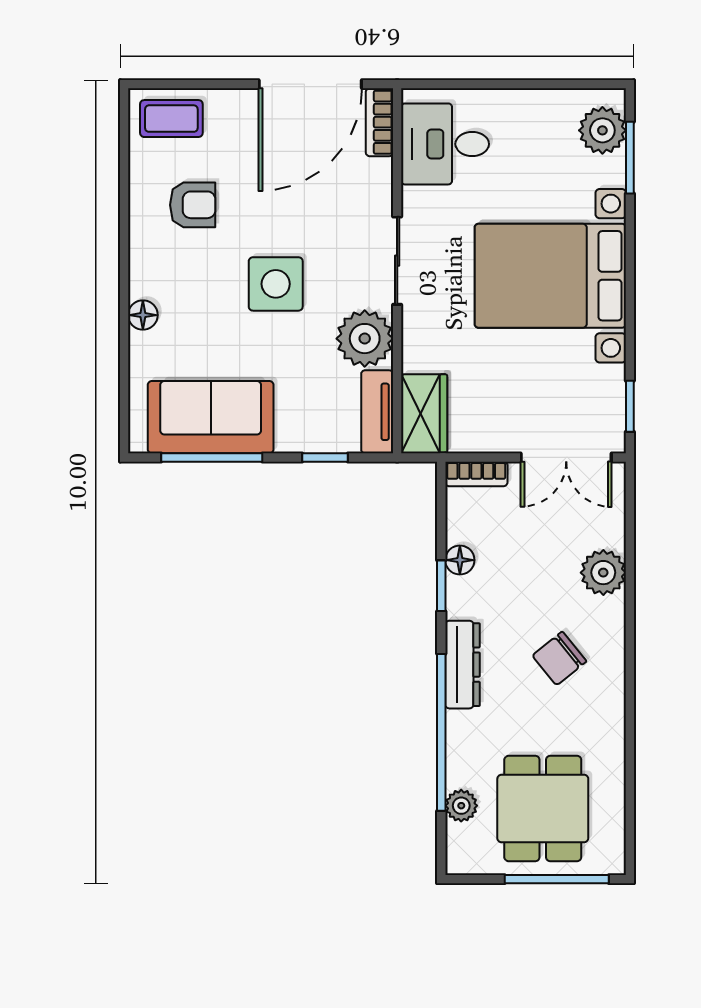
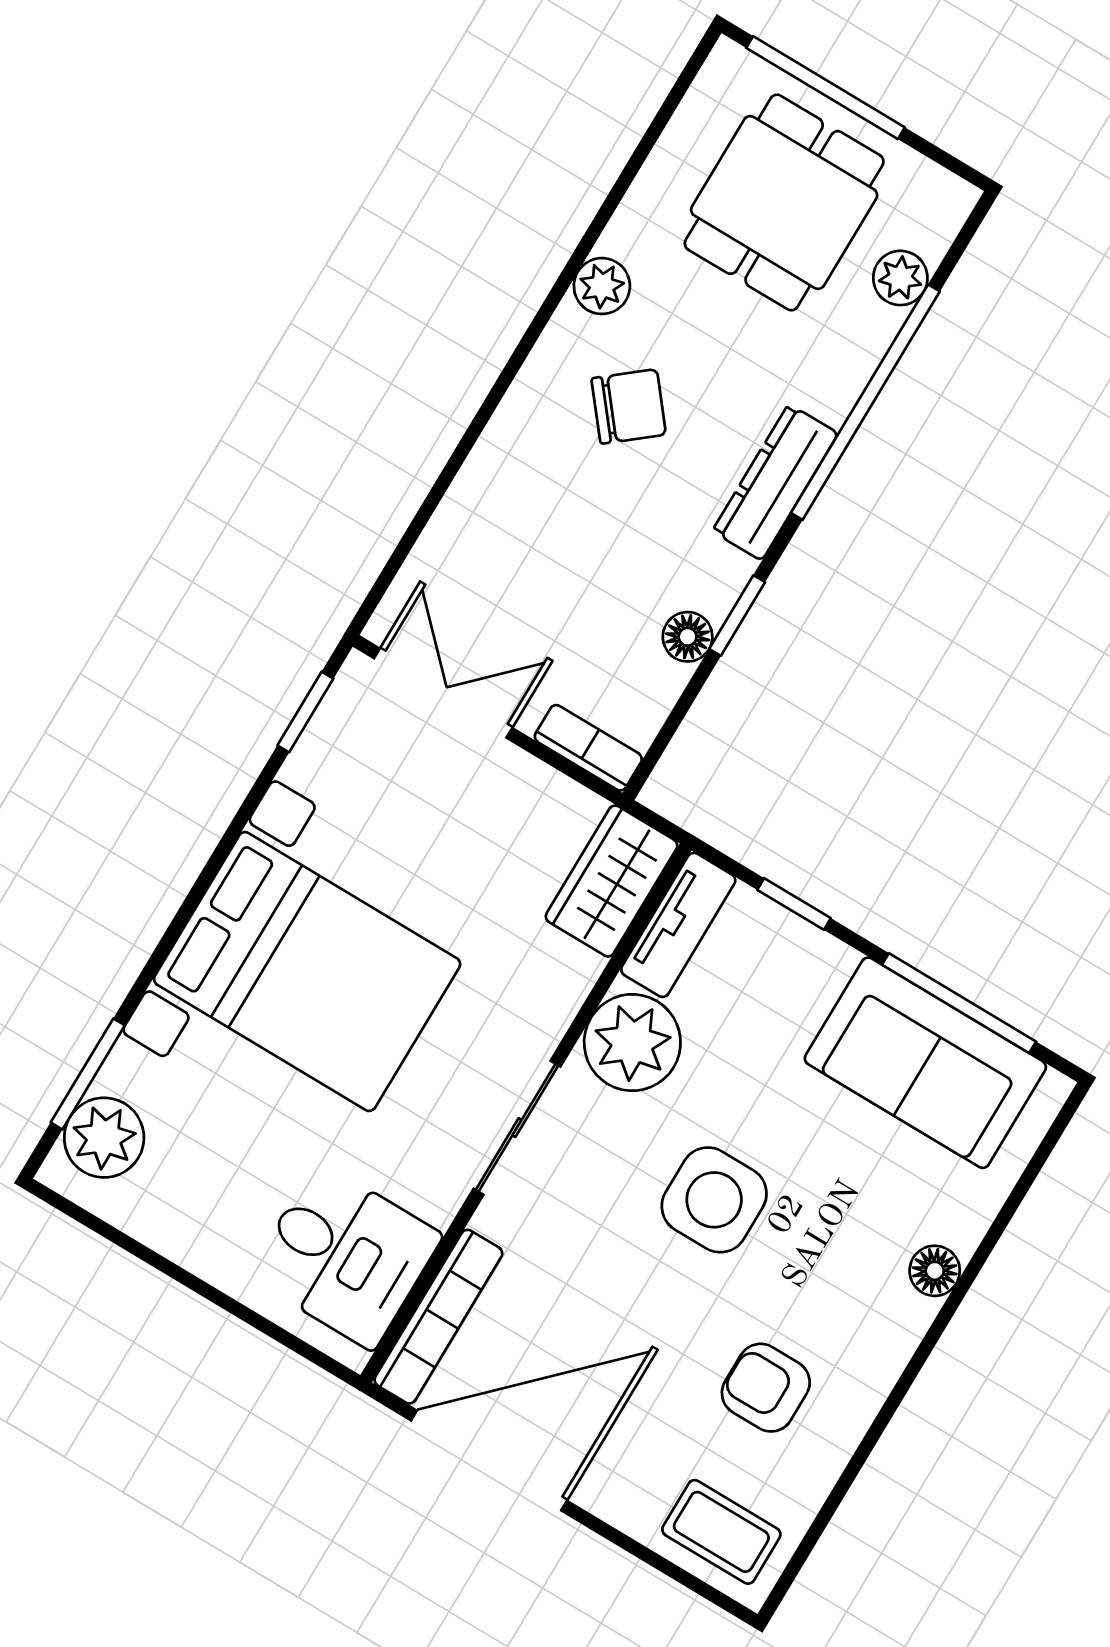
bookcase: (379, 122) -> (438, 1317), width x1.56
plant: (603, 573) -> (602, 286), moved, width x0.73, depth x0.73

